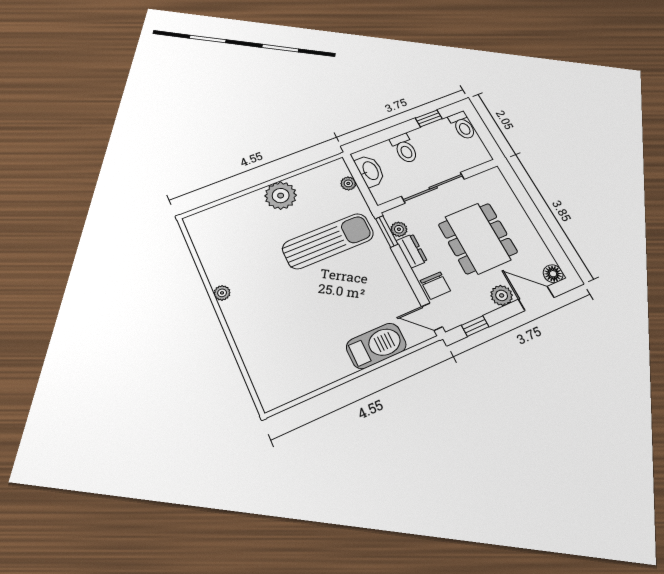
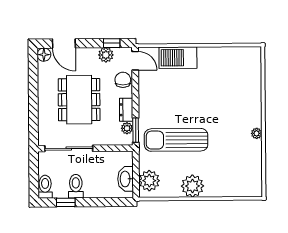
toilet: (404, 148) -> (76, 186), moved
plant: (348, 183) -> (149, 181), width x1.88, depth x1.88
sliding door: (433, 188) -> (69, 148), moved
plant: (502, 295) -> (106, 55), moved

